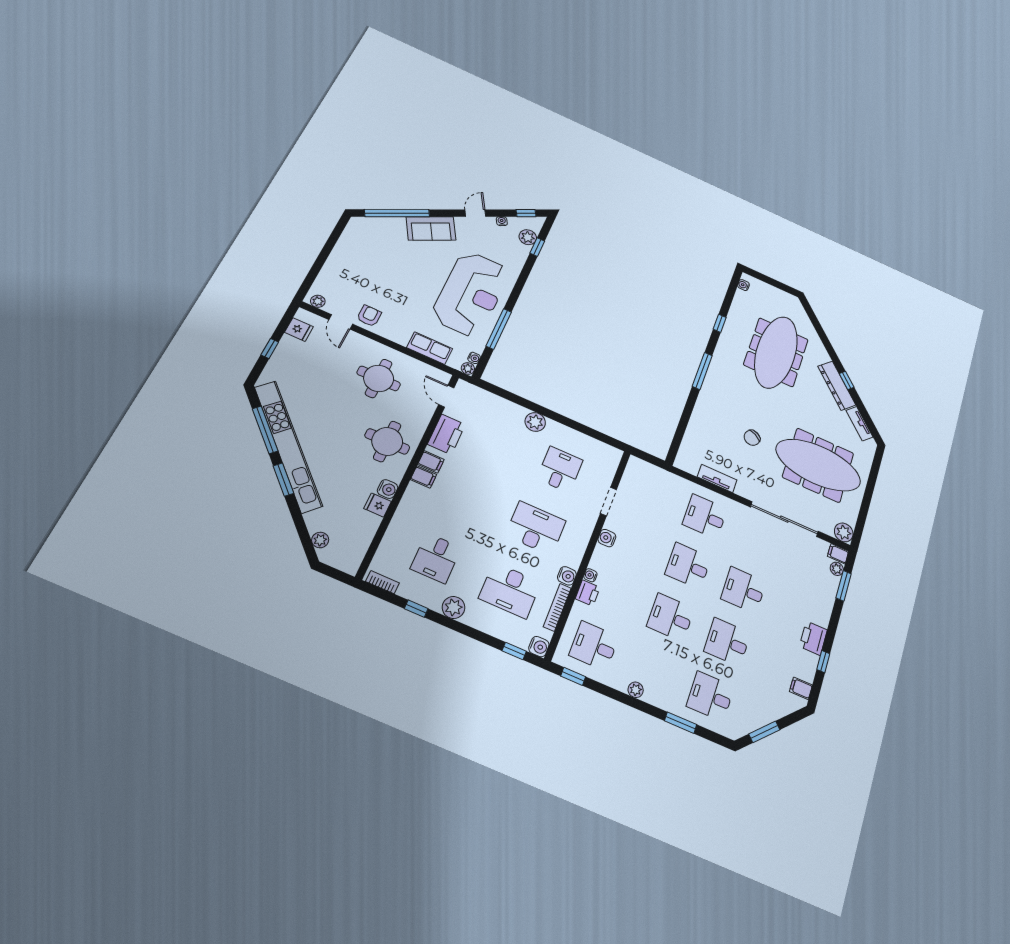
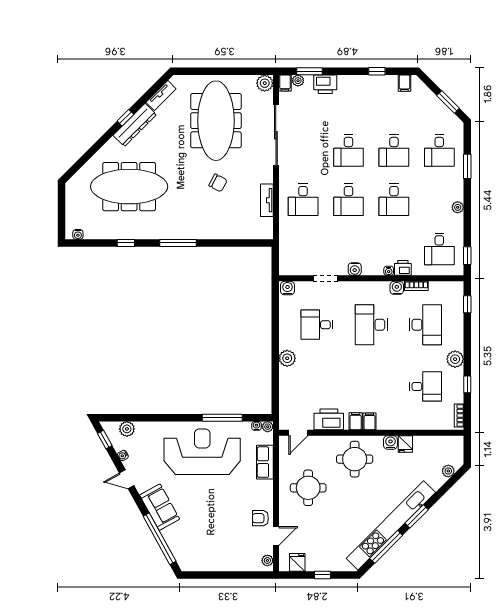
window: (537, 247) -> (132, 418), removed
bookcase: (557, 607) -> (416, 286), width x0.64
printer: (813, 638) -> (325, 84), moved
water cooler: (539, 647) -> (287, 288), moved

